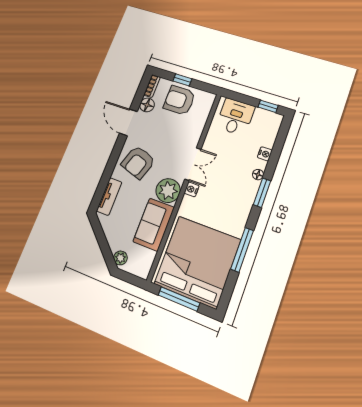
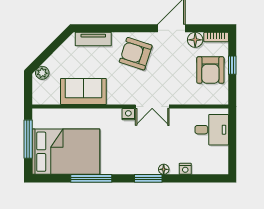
armchair: (179, 100) -> (210, 70), turned 180
window: (268, 106) -> (232, 157), removed
plant: (168, 191) -> (119, 93), removed
bed: (197, 262) -> (66, 152), width x0.73

